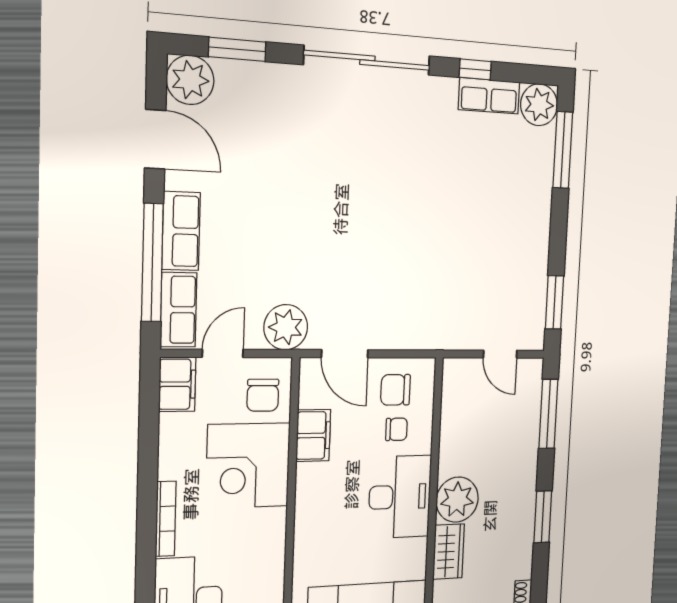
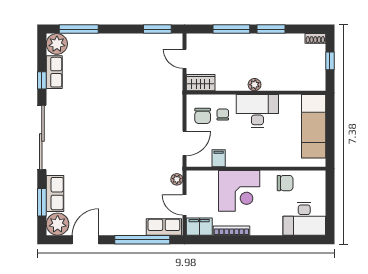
row of seats: (181, 231) -> (55, 194), moved, turned 90
plant: (286, 327) -> (177, 179), width x0.53, depth x0.53
door: (500, 354) -> (184, 59), swing flipped
chair: (263, 395) -> (285, 183), moved
window: (548, 414) -> (231, 29), moved
filing cabinet: (313, 435) -> (219, 158), width x0.50
plant: (457, 500) -> (255, 85), width x0.53, depth x0.53
bookcase: (166, 519) -> (231, 231), moved
wardrobe: (448, 552) -> (201, 83), moved

